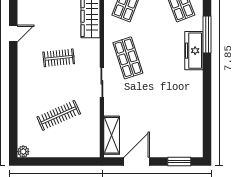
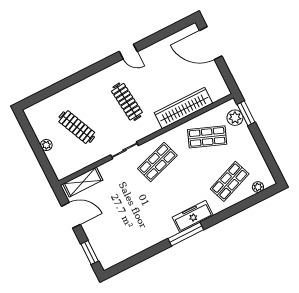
window: (207, 35) -> (186, 234), moved
clothes rail: (59, 58) -> (127, 102), width x1.36
plant: (23, 152) -> (46, 145), moved

